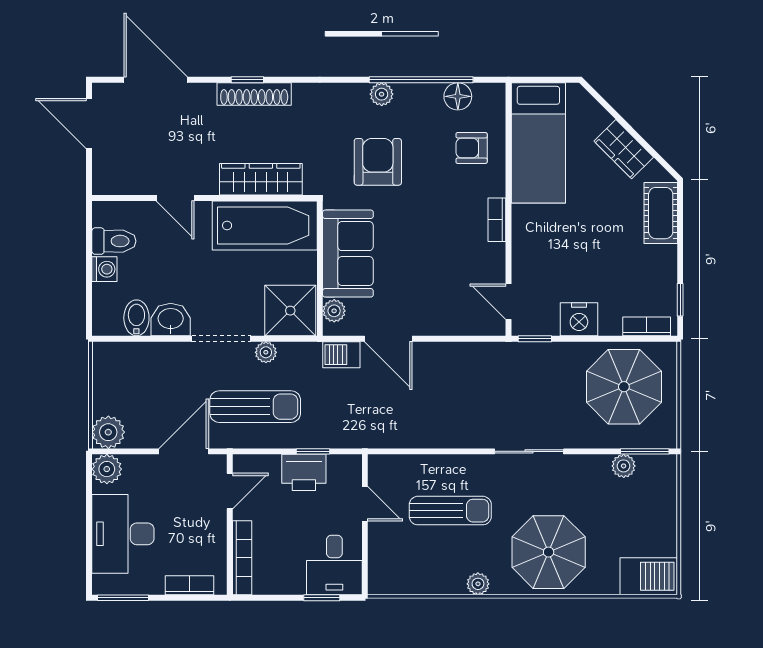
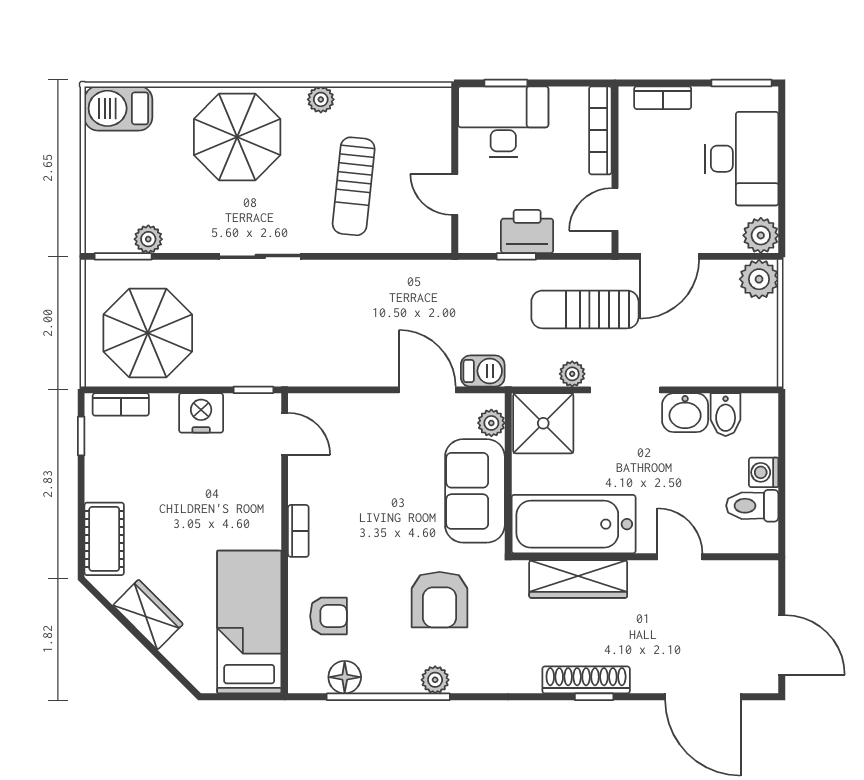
sun lounger: (450, 511) -> (354, 186), turned -84
desk: (334, 565) -> (503, 122), width x1.37

